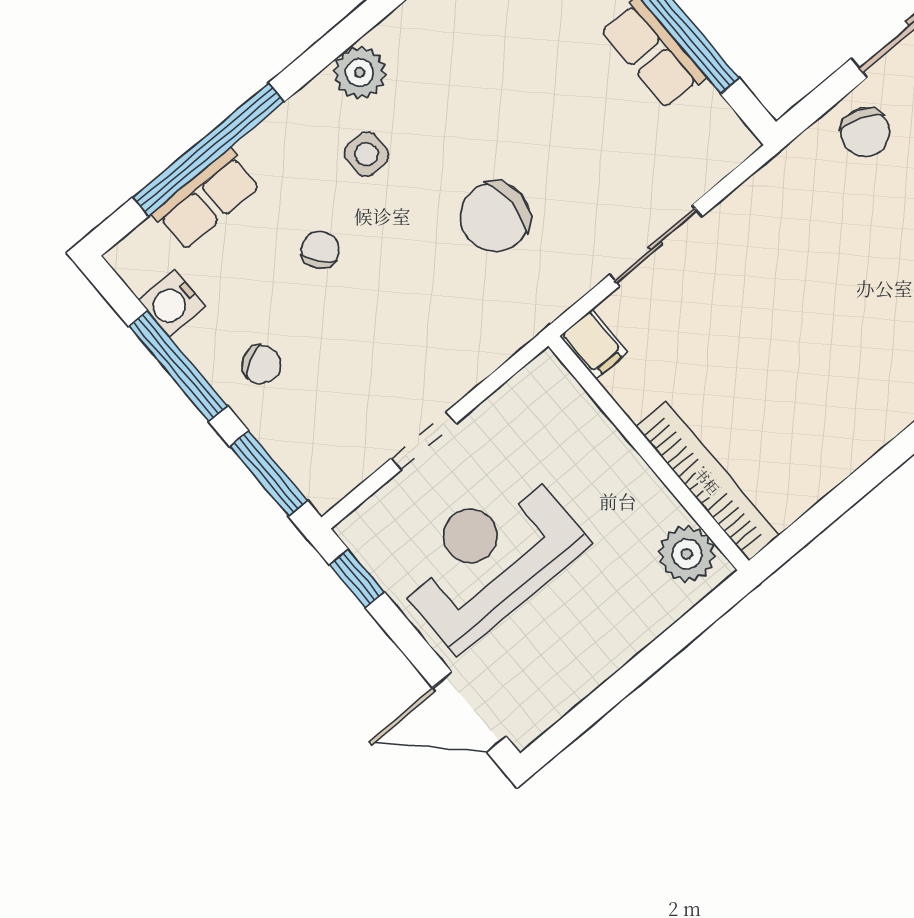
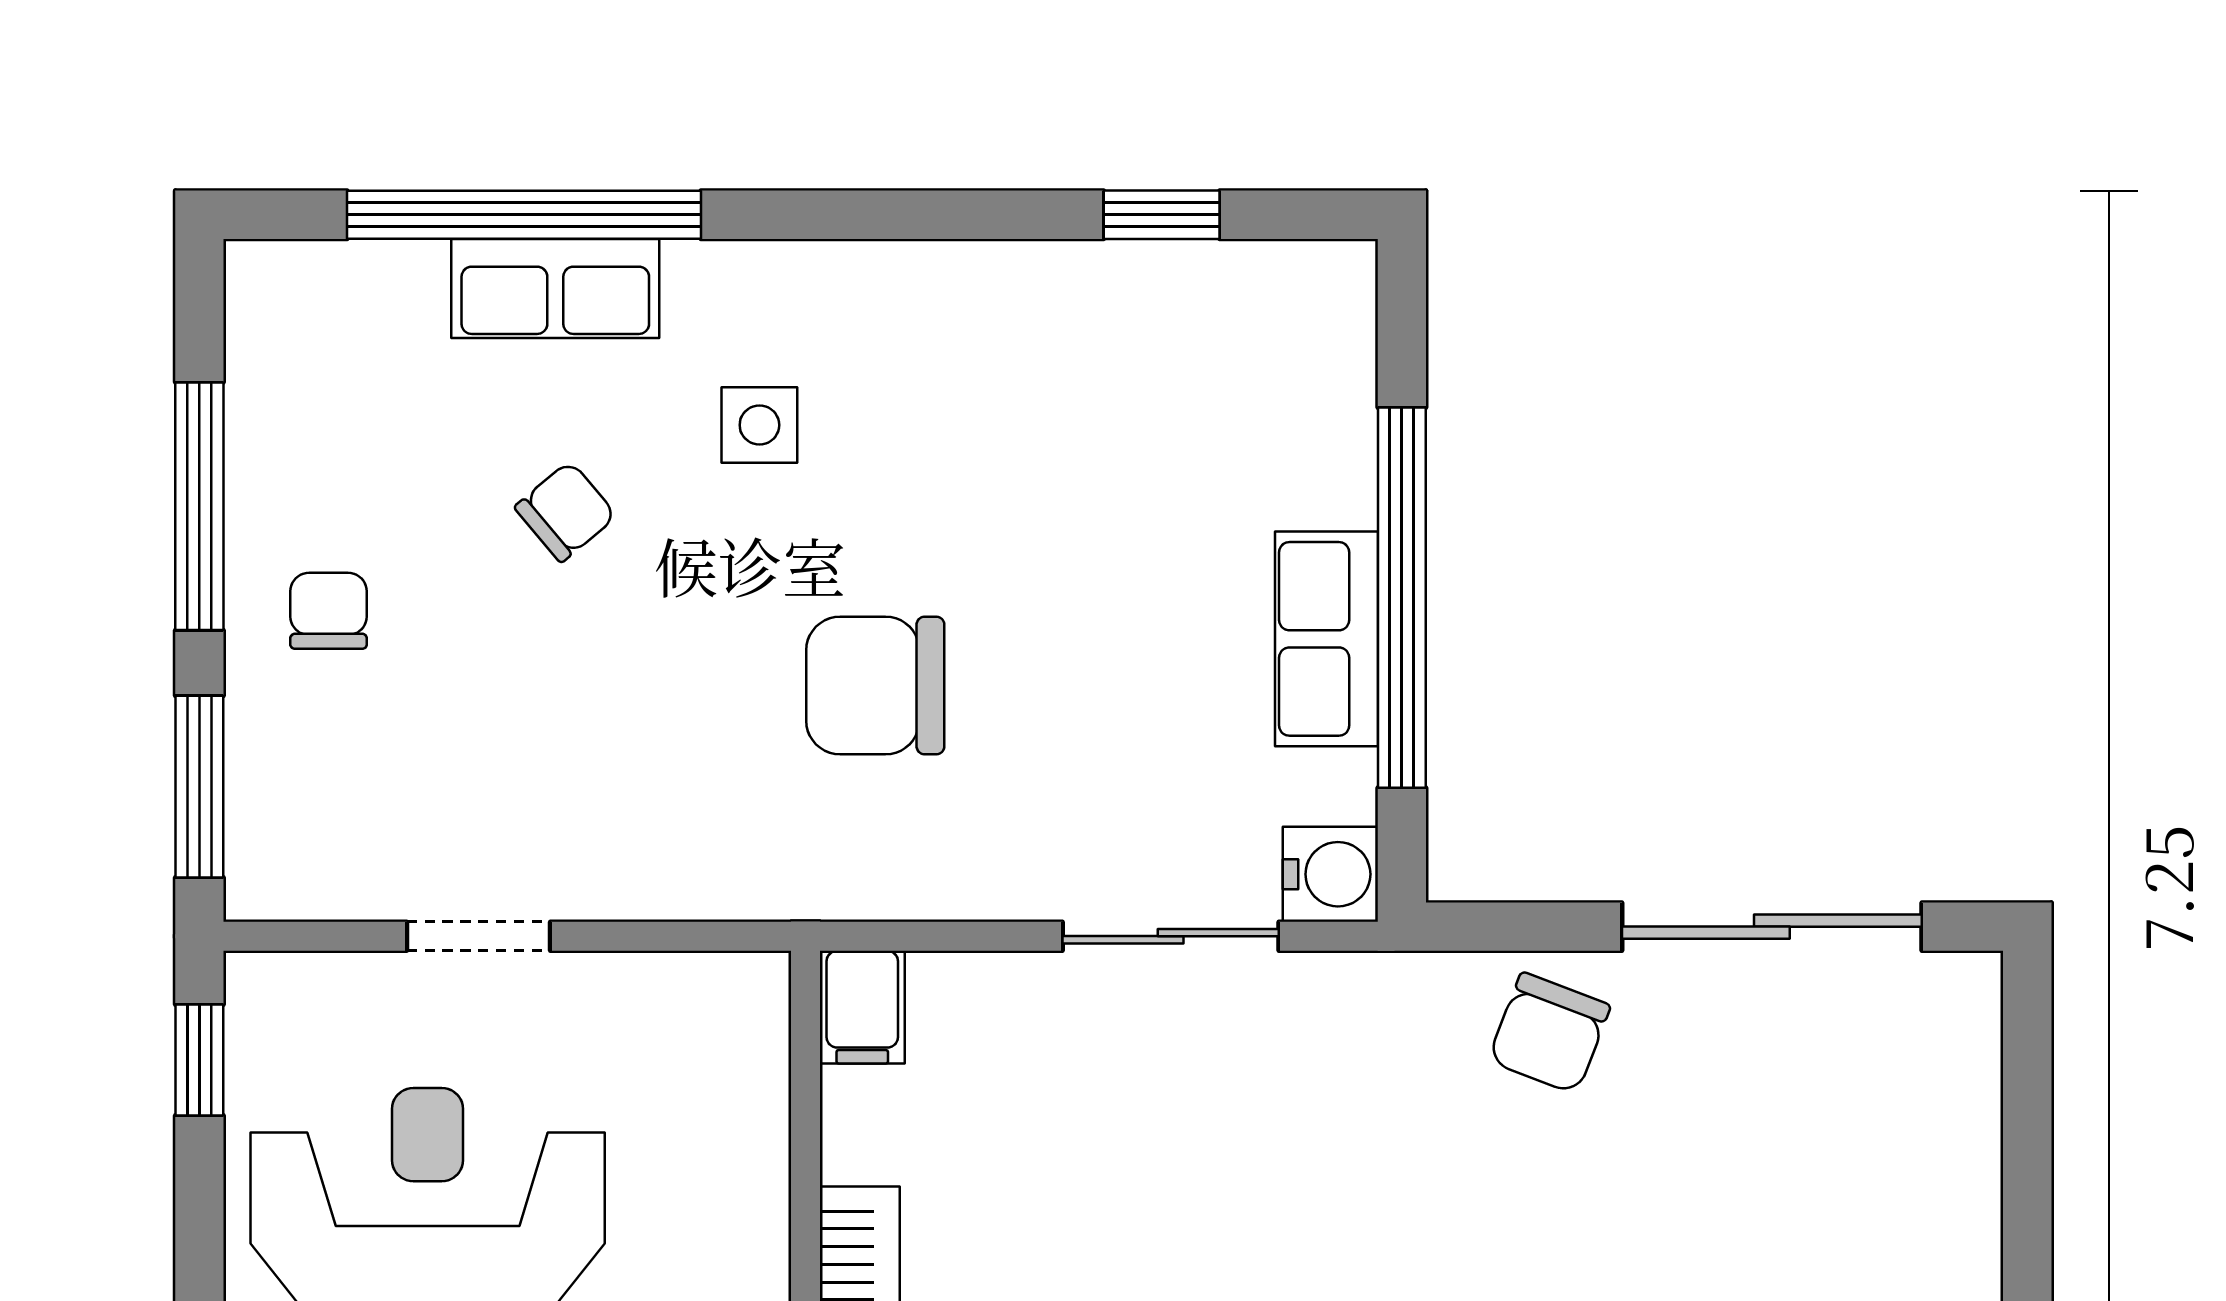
plant: (360, 72) -> (854, 291), removed
row of seats: (207, 199) -> (555, 288), moved
sliding door: (656, 246) -> (1171, 936), moved
water cooler: (172, 303) -> (1330, 874), moved, turned 180
chair: (261, 365) -> (329, 611), turned -152

